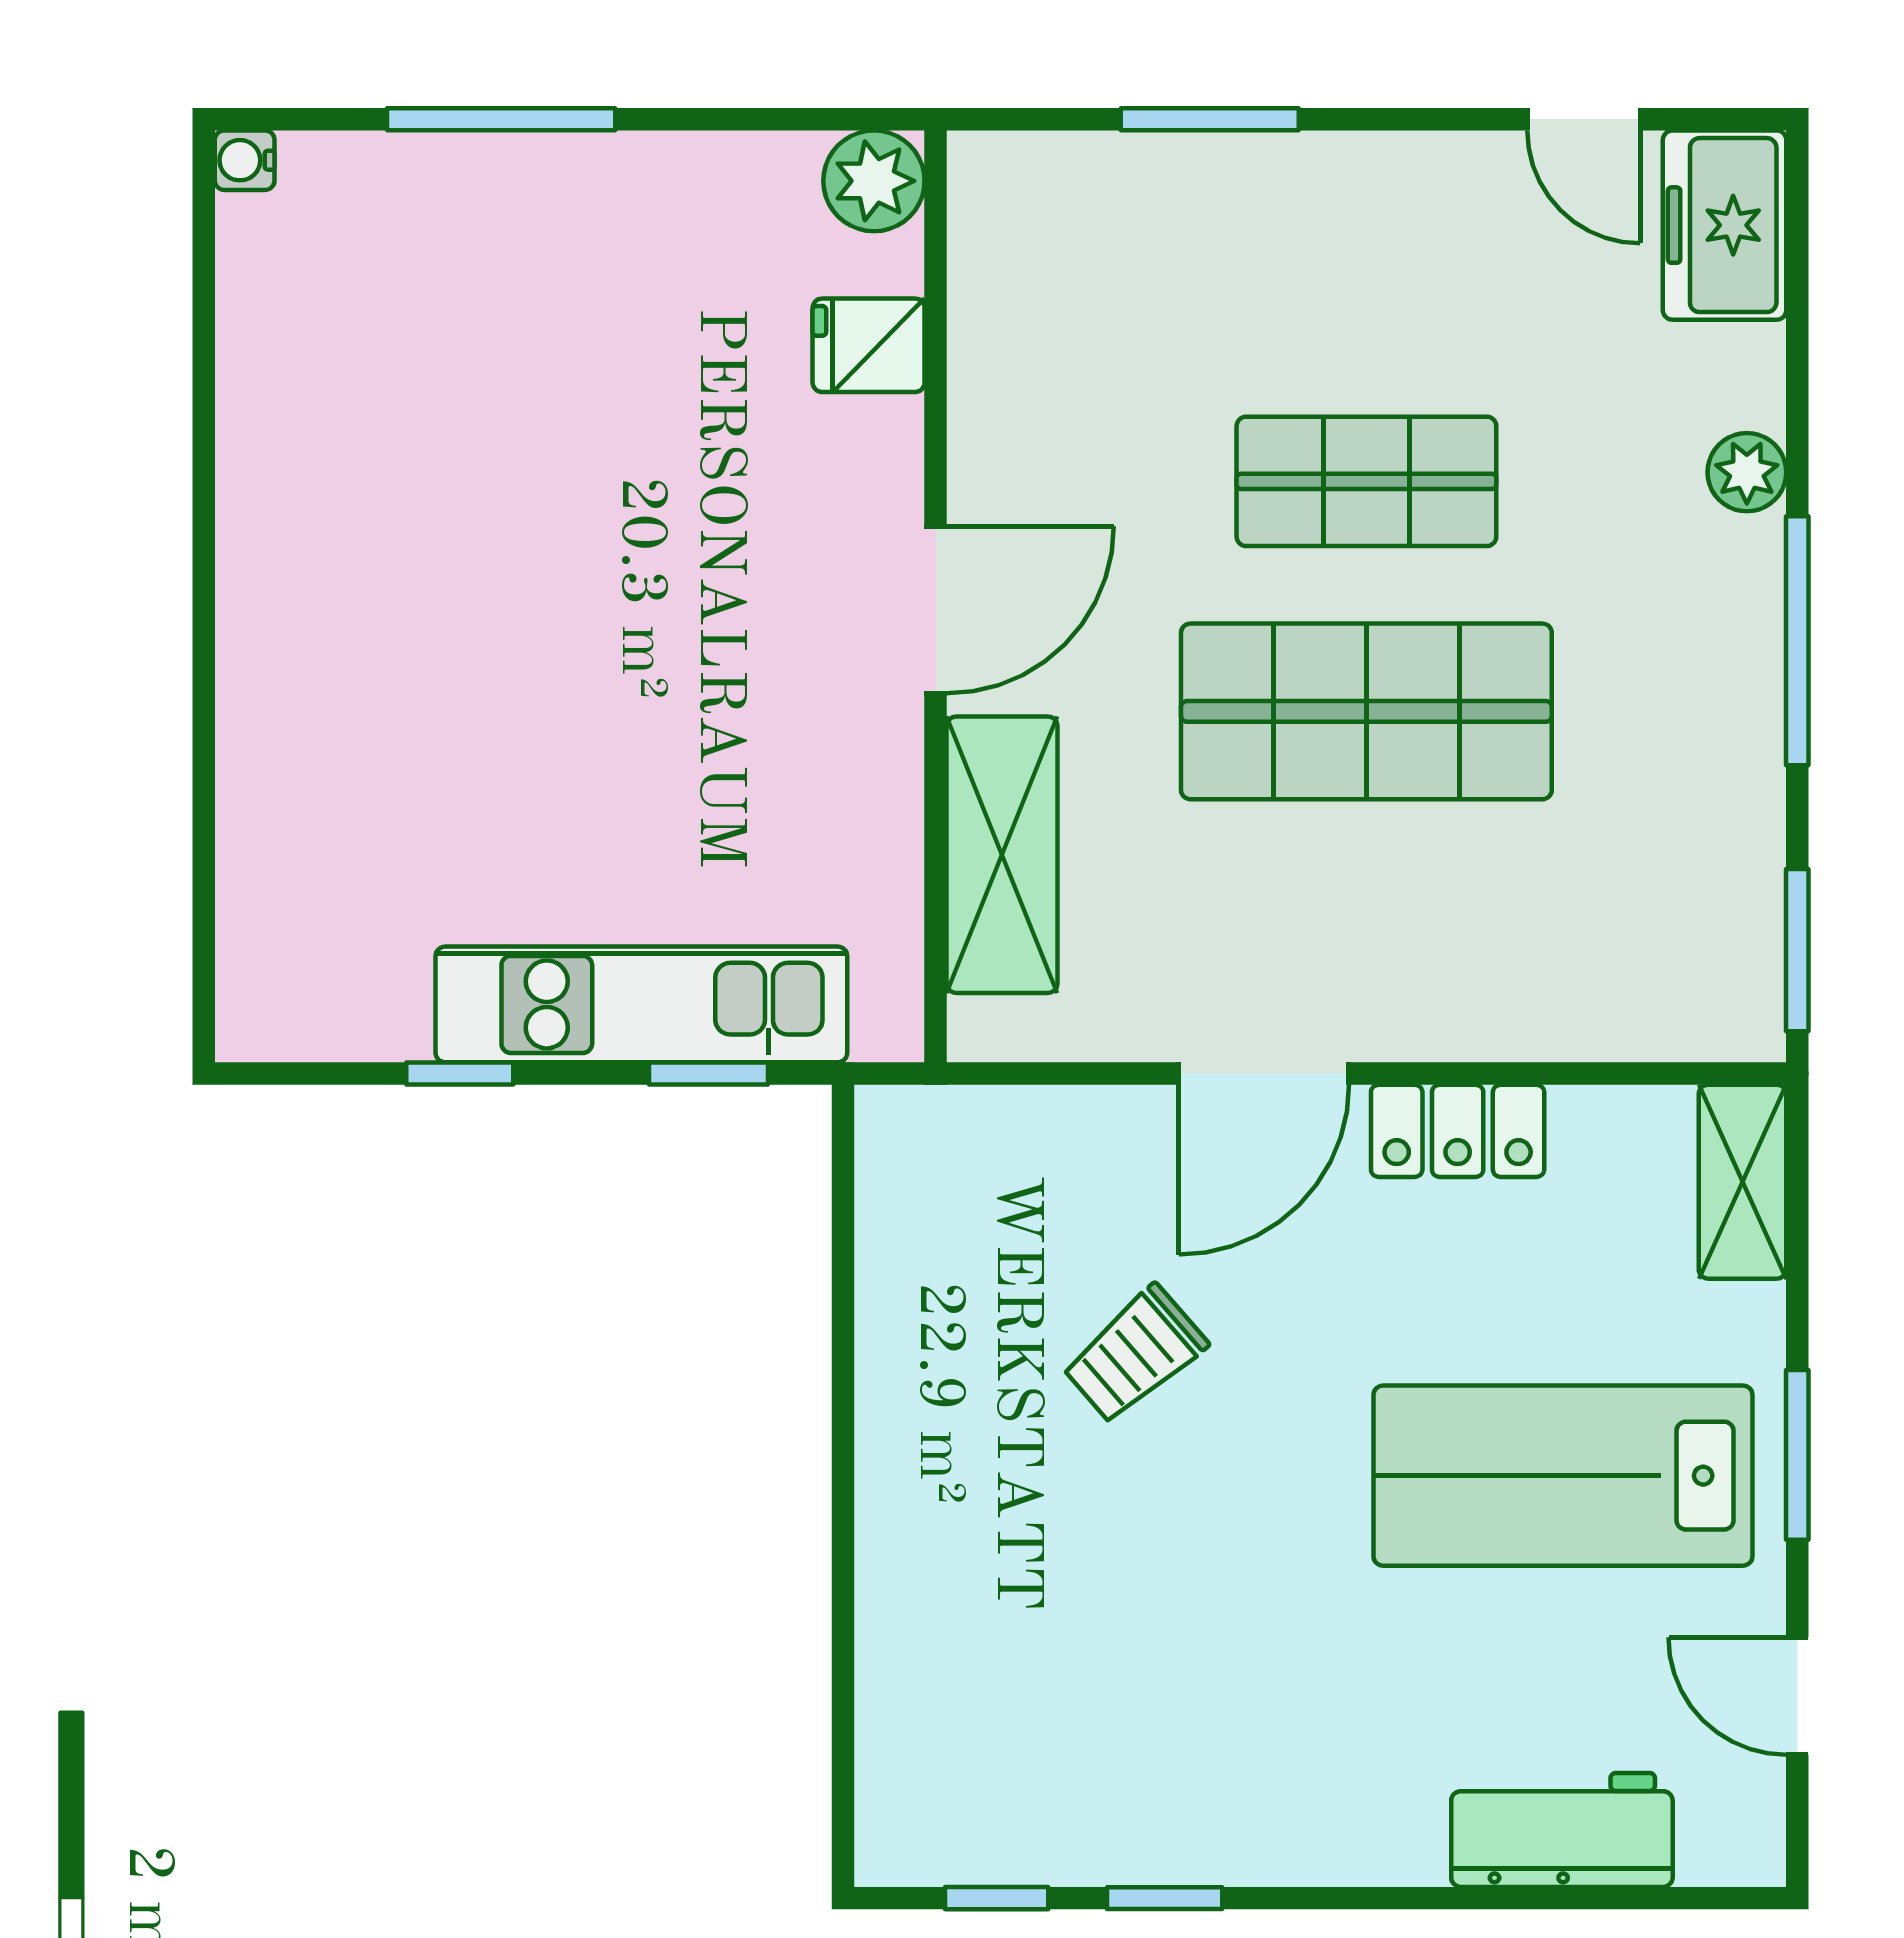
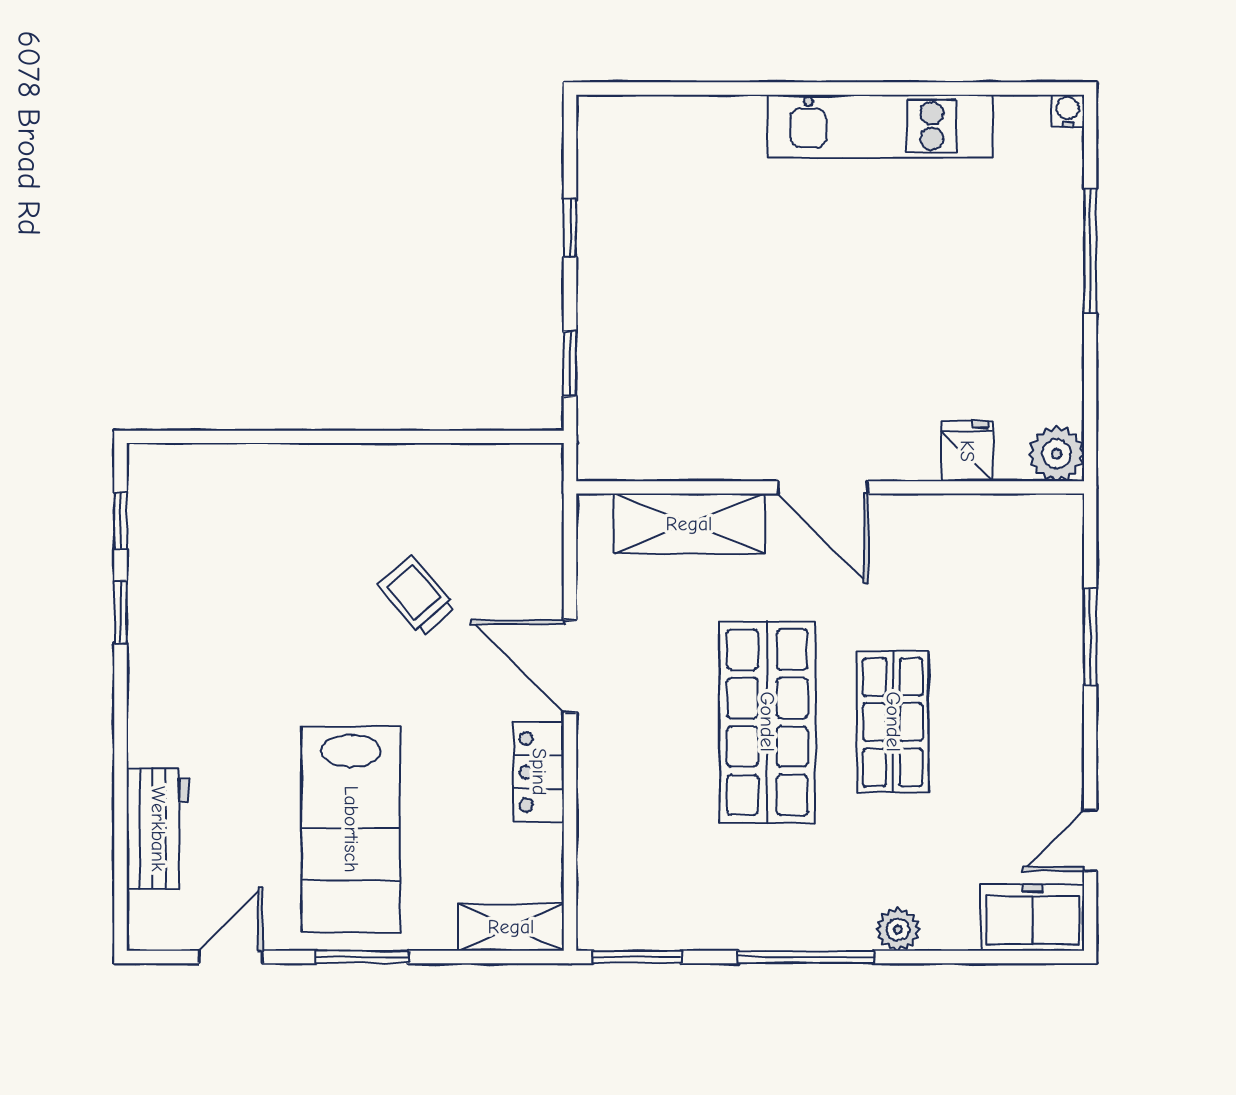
kitchen unit: (641, 1004) -> (880, 126), moved, turned 90
lab bench: (1563, 1476) -> (351, 829), turned 180

